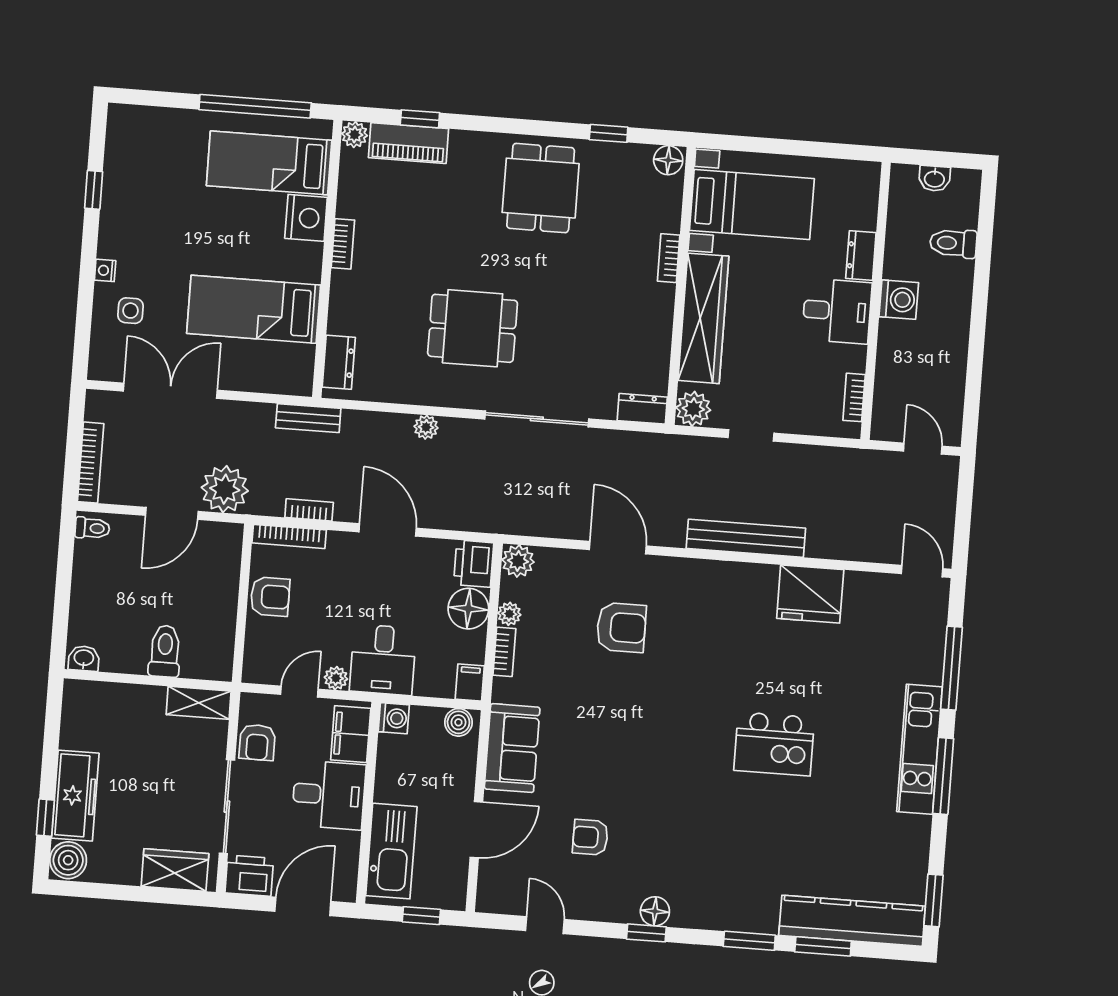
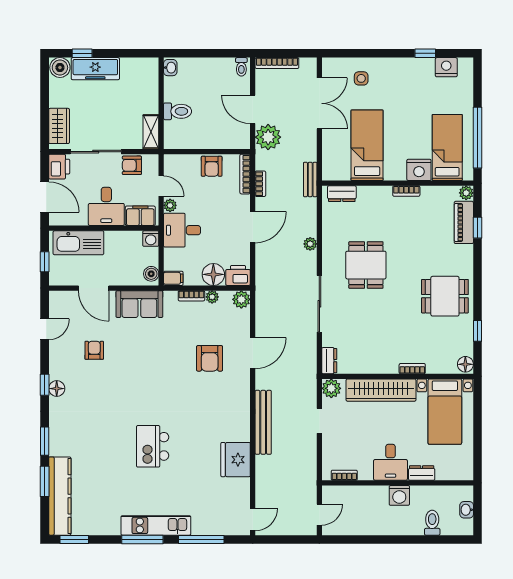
nightstand: (105, 270) -> (446, 67), moved, width x1.89, depth x1.79

